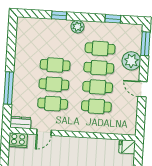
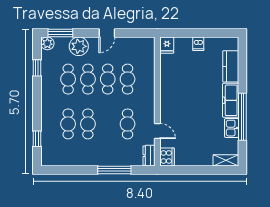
window: (59, 15) -> (37, 139), moved
plant: (77, 27) -> (47, 43), moved
cafe table: (54, 84) -> (68, 124), moved

